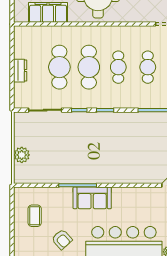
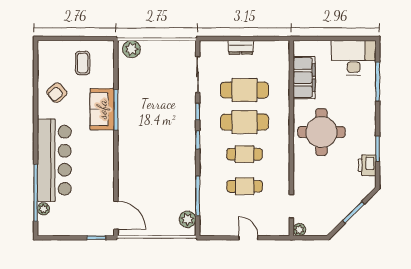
plant: (22, 155) -> (131, 49), moved
sofa: (92, 198) -> (102, 109), moved
coffee table: (35, 216) -> (83, 63), turned 90

